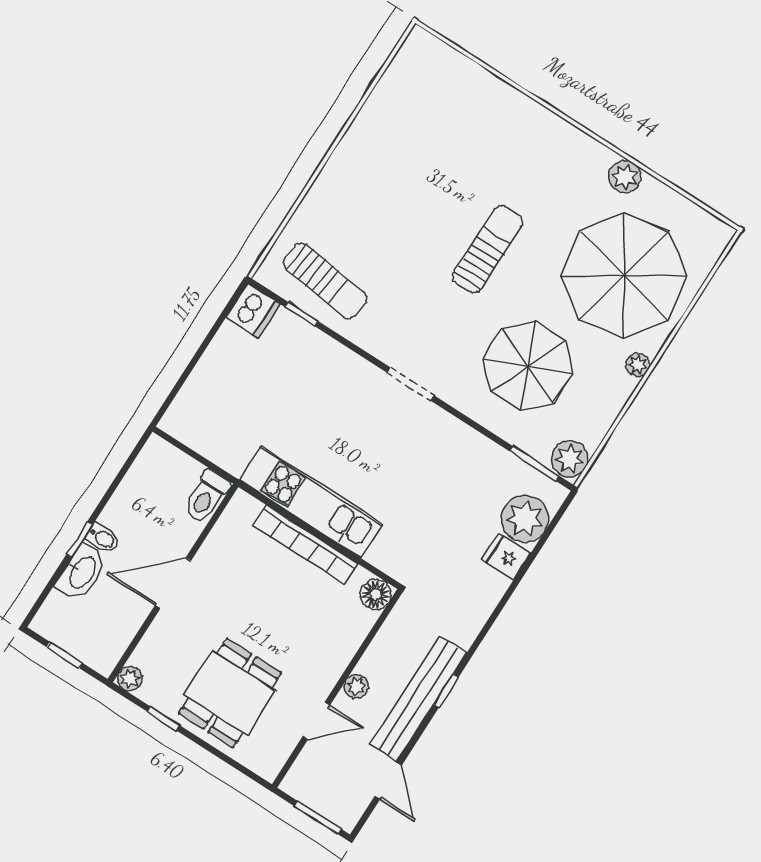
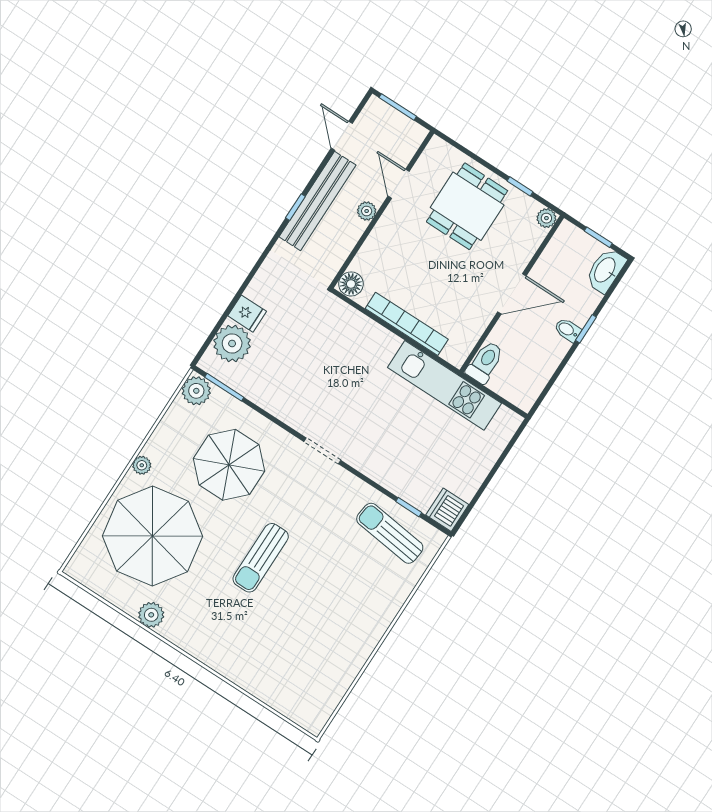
kitchen unit: (311, 502) -> (444, 385), moved
washbasin: (82, 572) -> (605, 270), moved
door: (316, 721) -> (399, 184), hinge flipped

